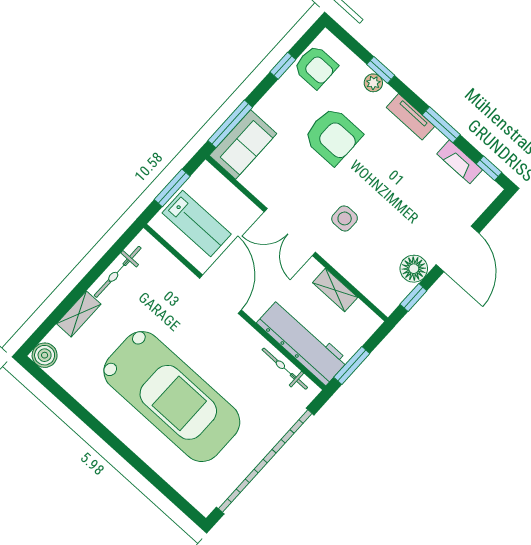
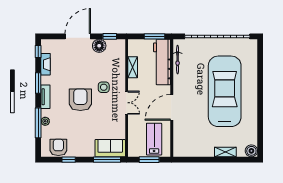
window: (381, 70) -> (38, 123), width x2.17
armchair: (333, 136) -> (80, 100), moved
double door: (290, 232) -> (127, 103), width x0.73
bicycle: (118, 272) -> (197, 152), removed

